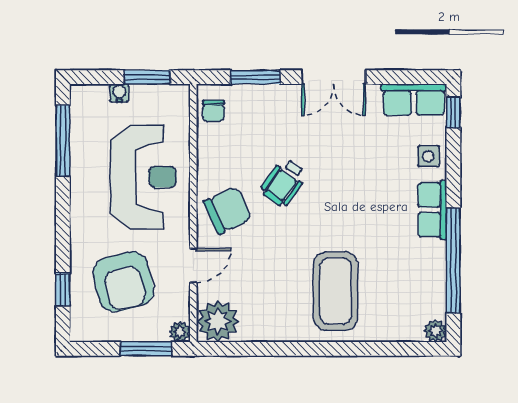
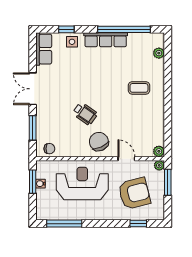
double door: (334, 77) -> (33, 89), swing flipped
water cooler: (119, 93) -> (41, 184), moved
window: (453, 112) -> (66, 29), moved
row of seats: (432, 210) -> (106, 40), width x1.48
coffee table: (336, 291) -> (139, 88), width x0.54, depth x0.58
plant: (218, 321) -> (159, 151), width x0.53, depth x0.53
plant: (435, 331) -> (159, 53), moved

